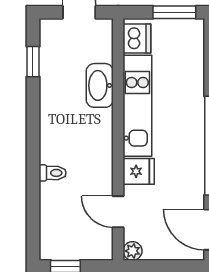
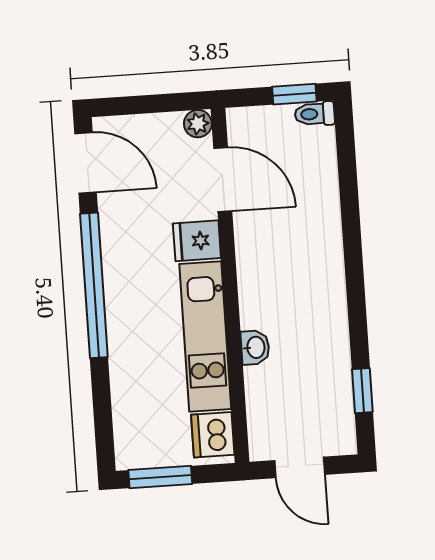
washbasin: (100, 85) -> (255, 347), width x0.52, depth x0.69
toilet: (52, 173) -> (315, 114), moved
door: (118, 212) -> (223, 180), width x1.38

